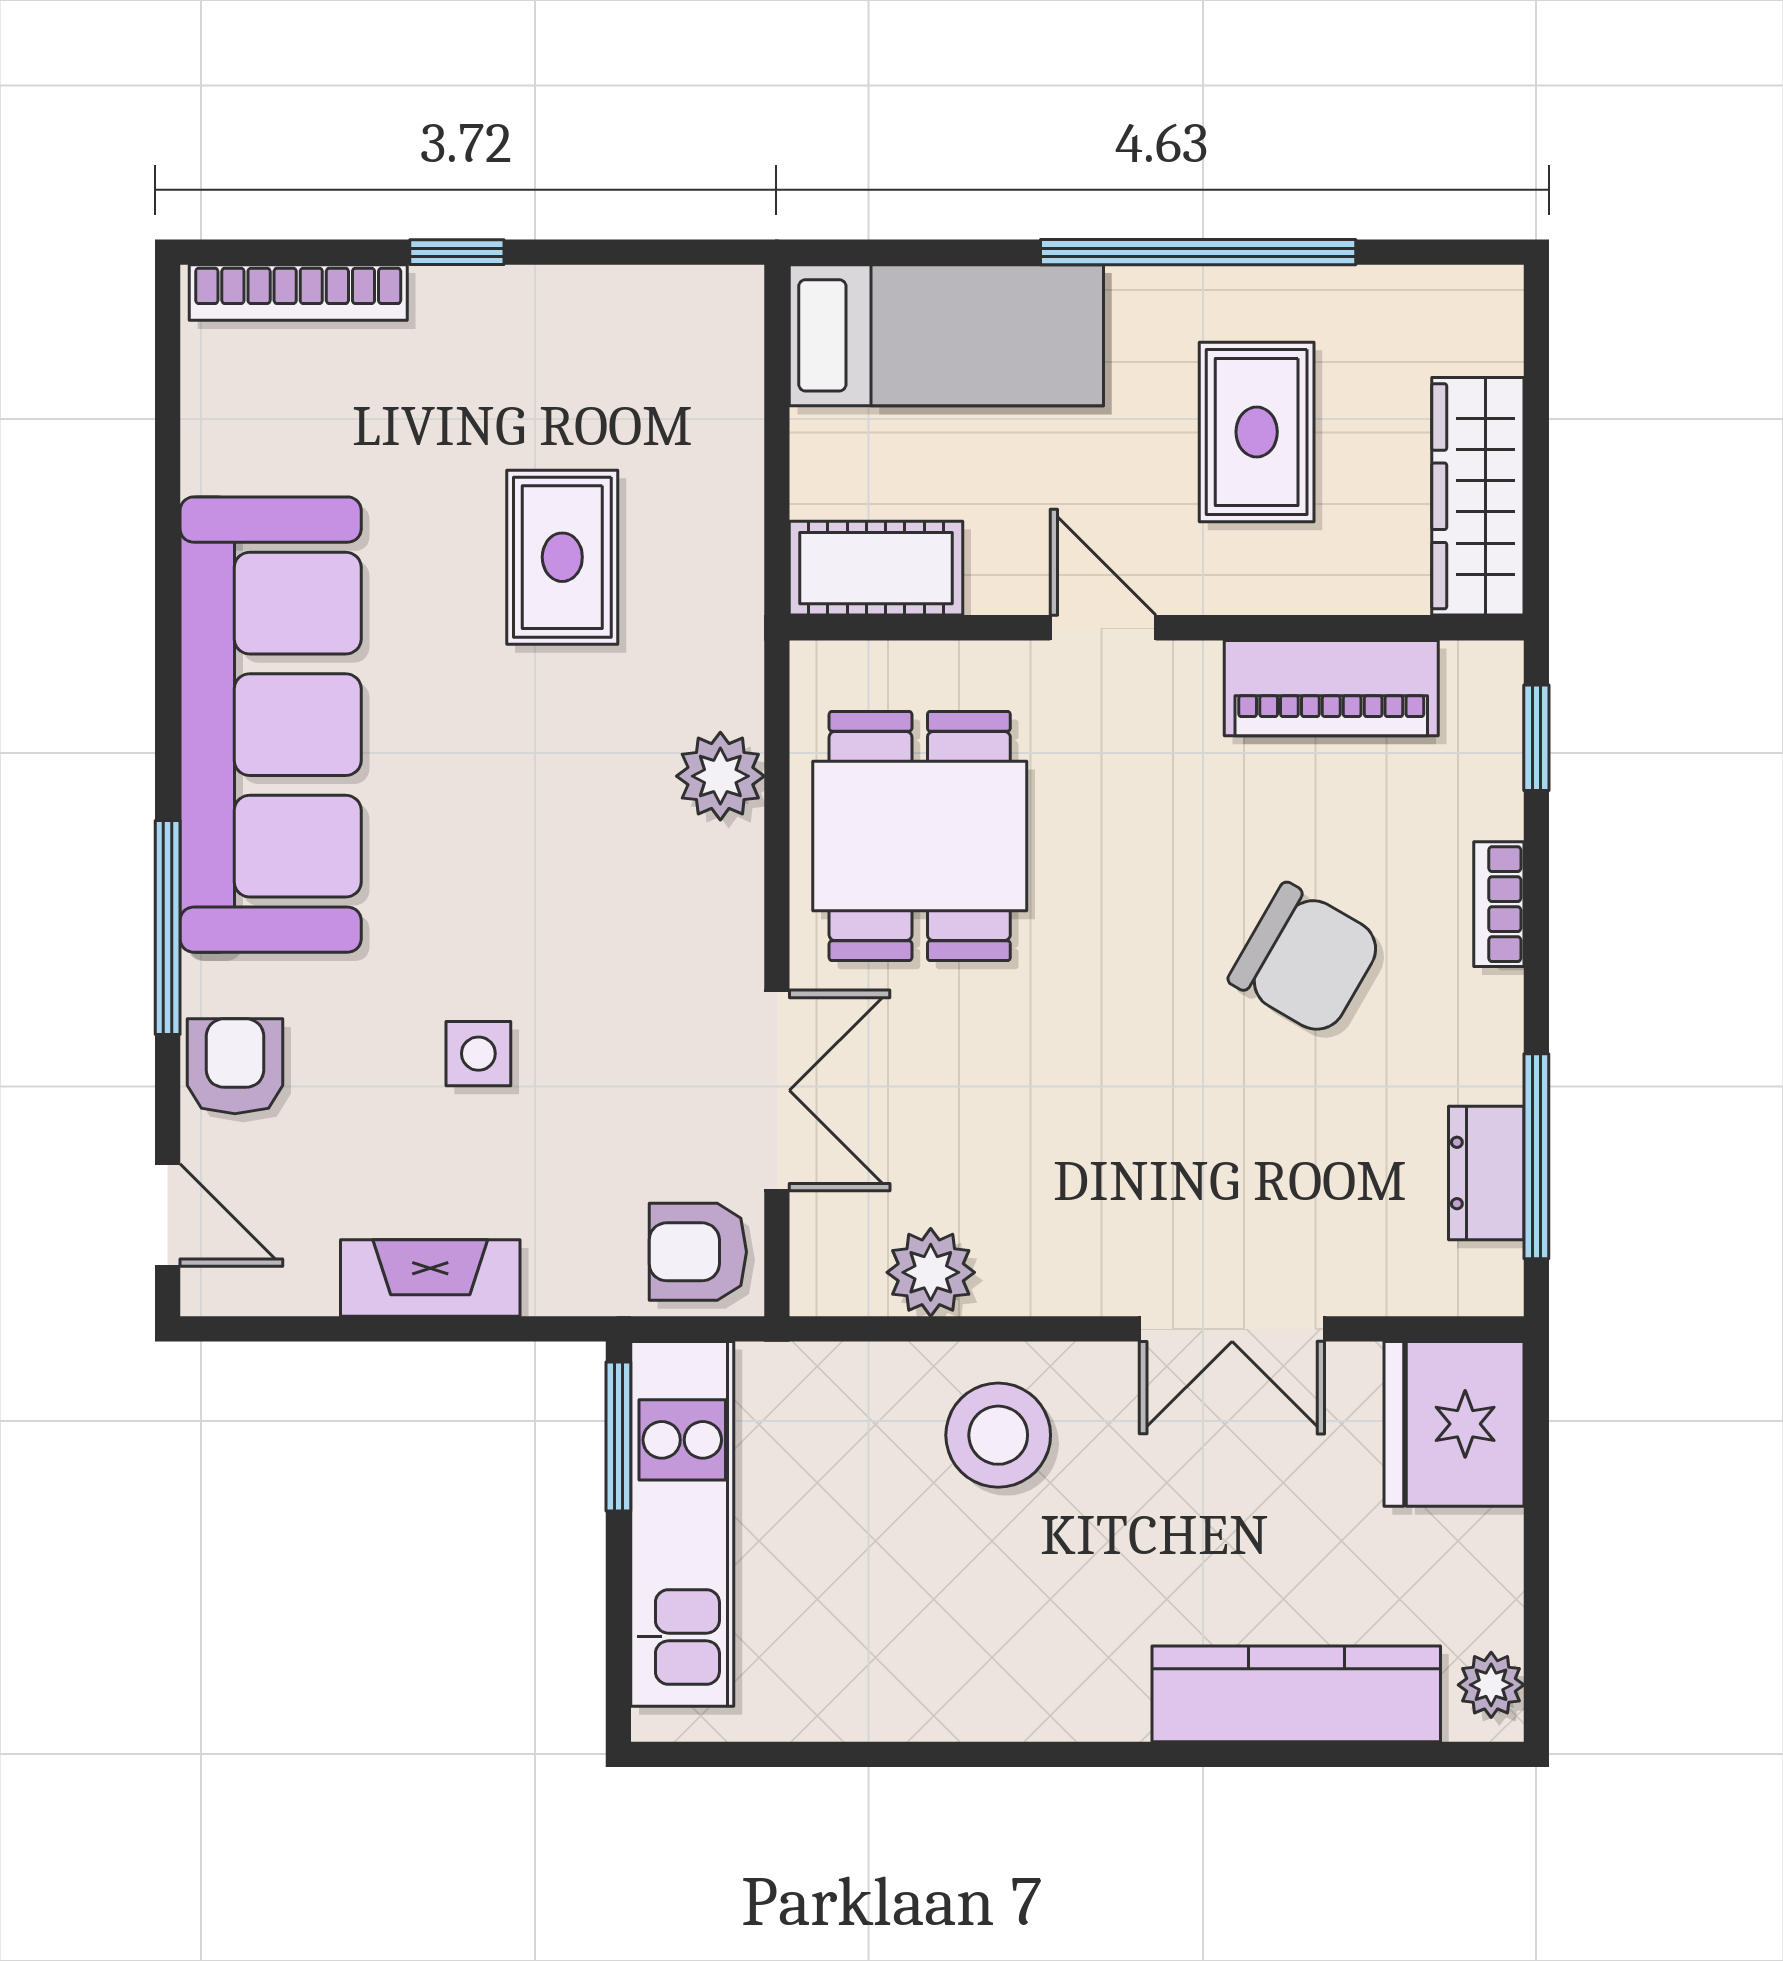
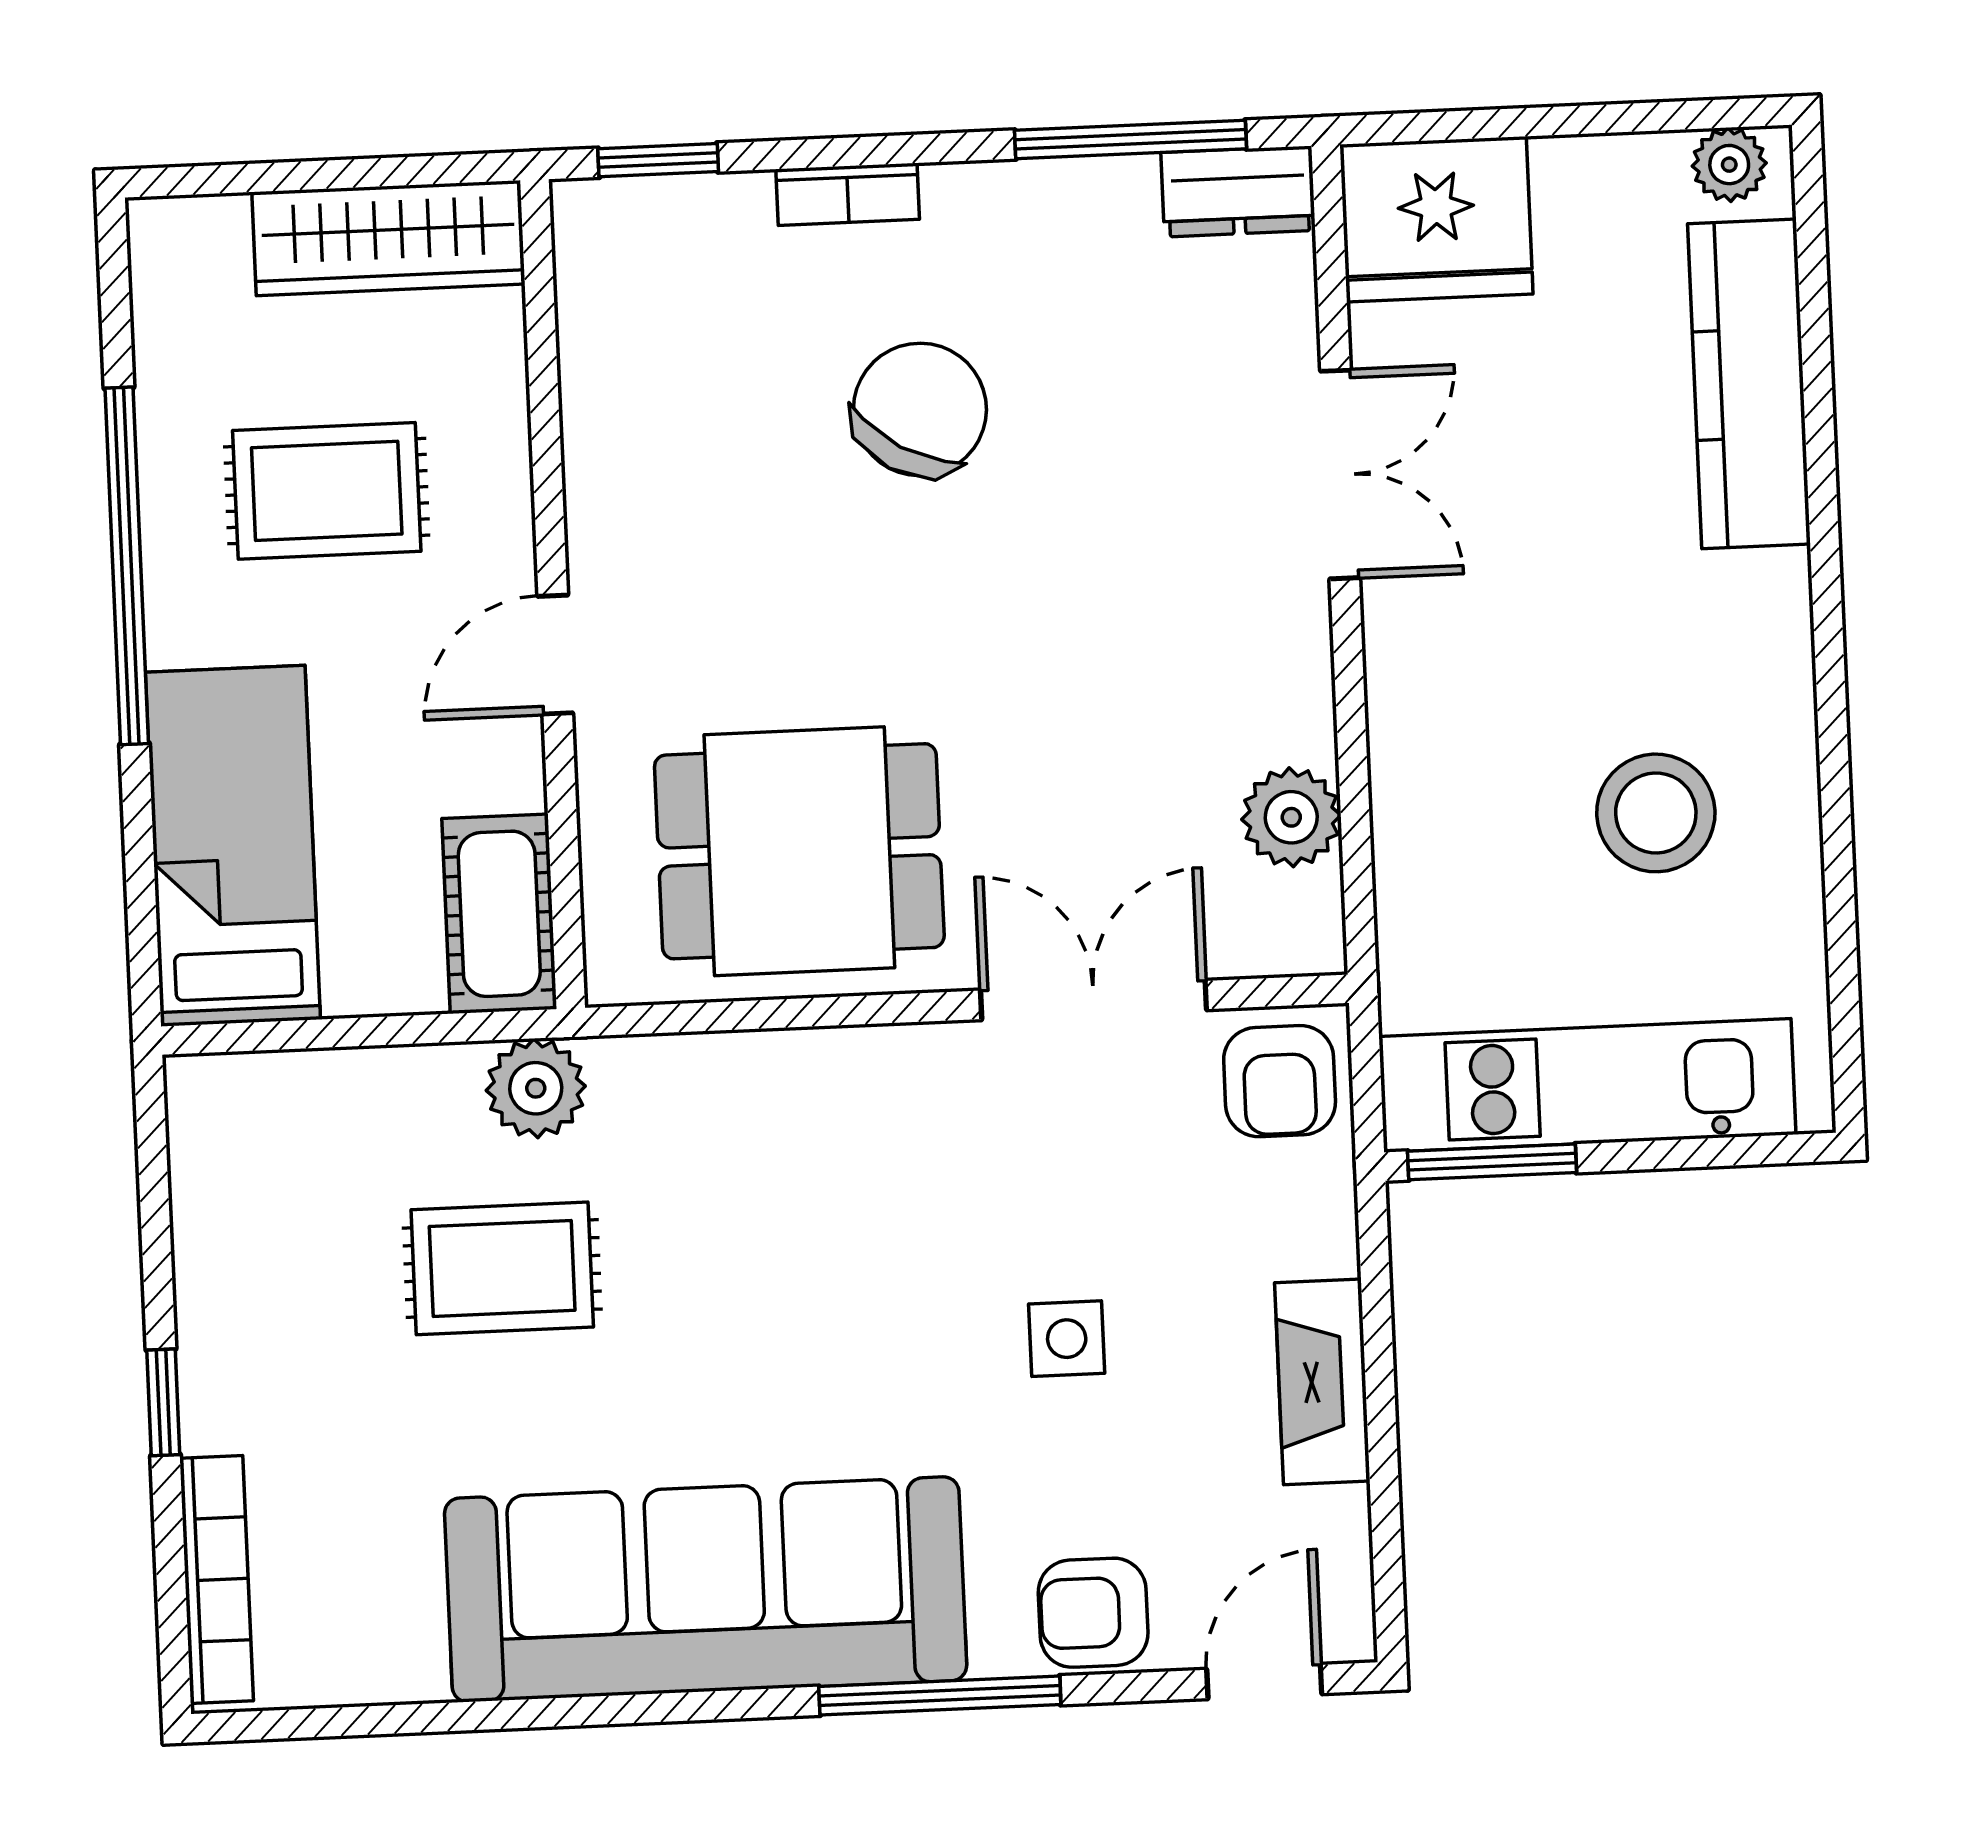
piano: (1331, 688) -> (612, 394), removed
plant: (720, 776) -> (536, 1088), moved
dresser: (1486, 1173) -> (1238, 191), moved
stool: (998, 1435) -> (1656, 813), moved

